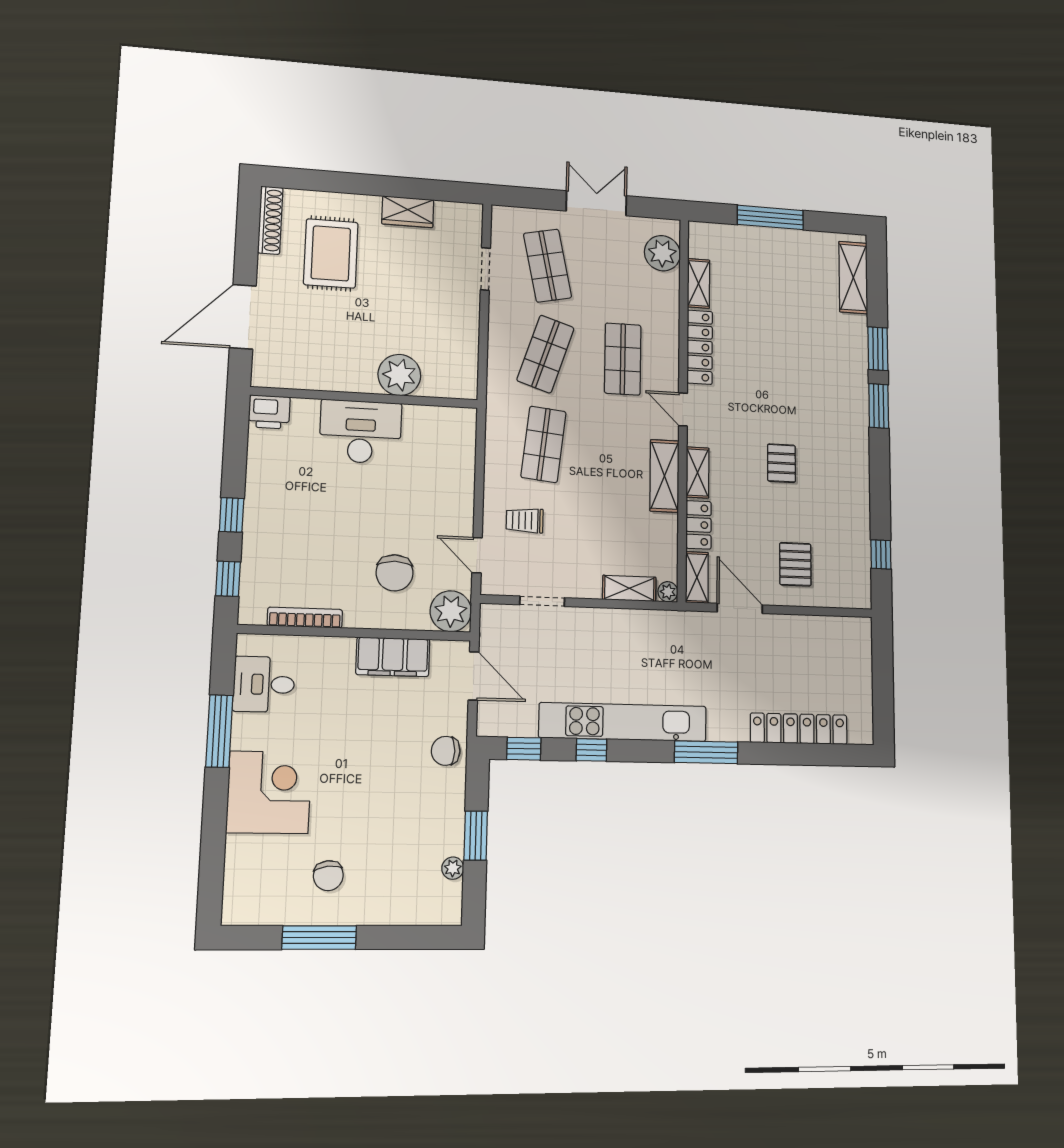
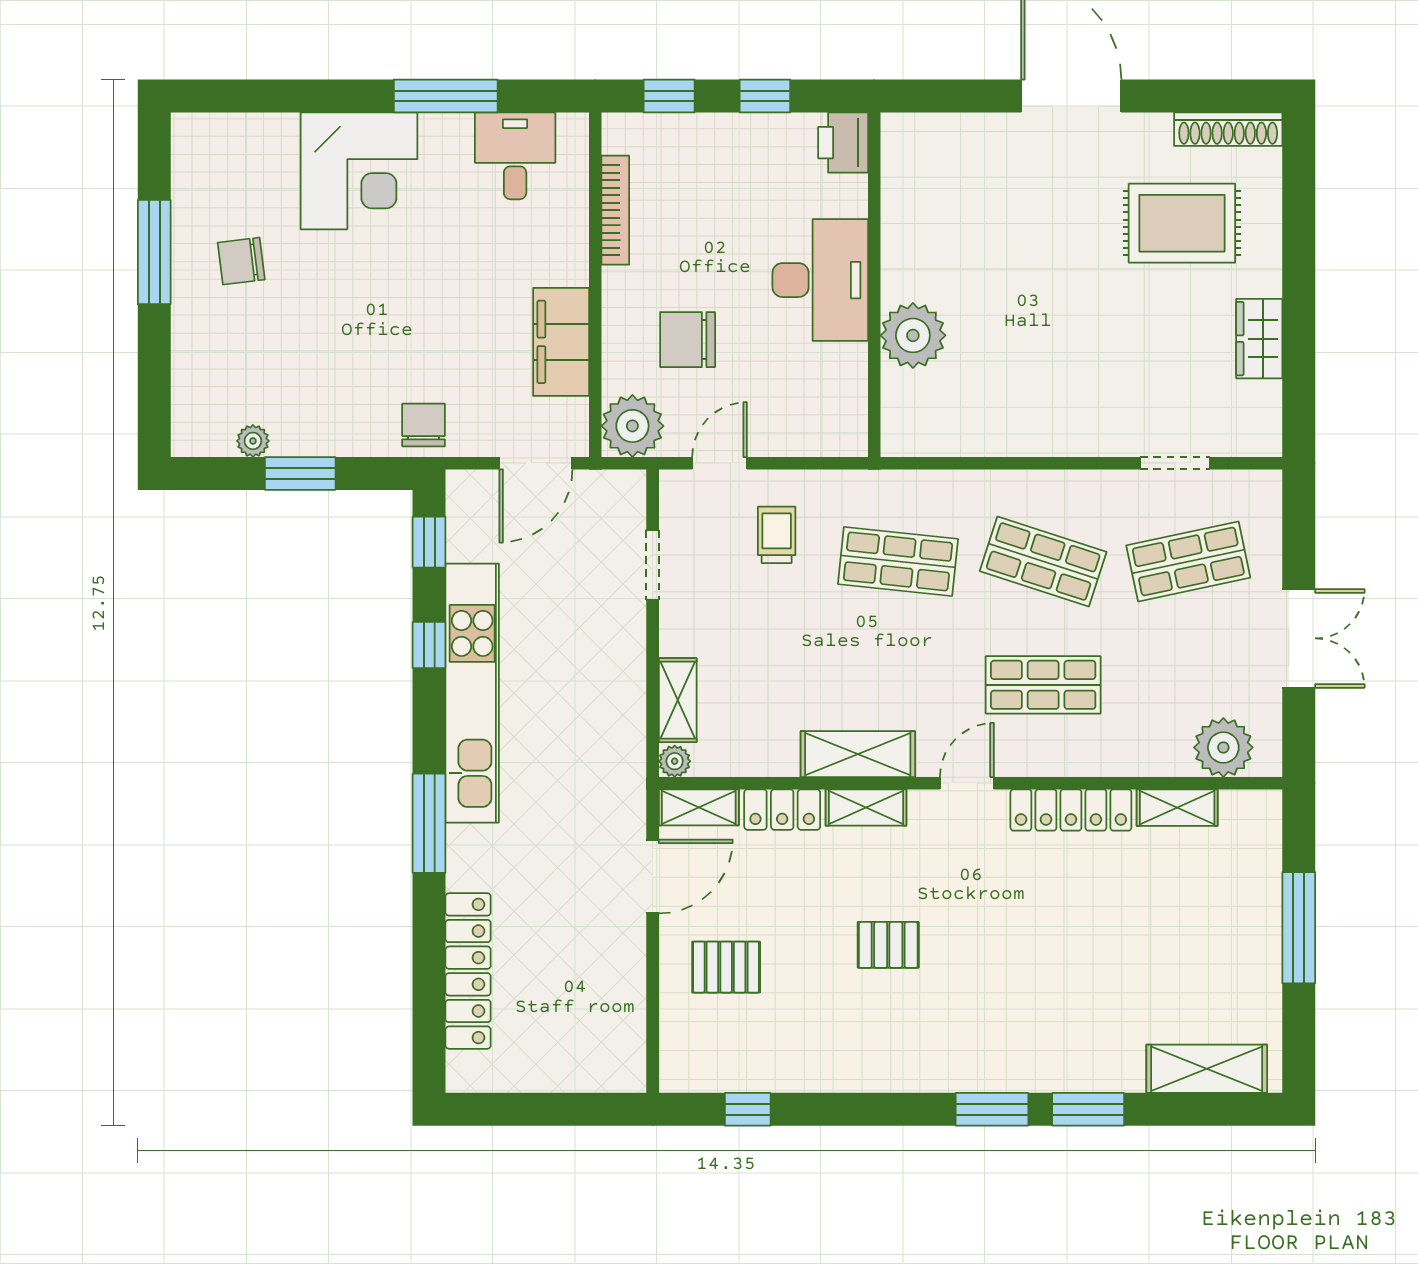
plant: (399, 375) -> (913, 335), moved
wall: (365, 397) -> (874, 285), moved
printer: (269, 412) -> (843, 143), moved
desk: (361, 432) -> (820, 280), moved

